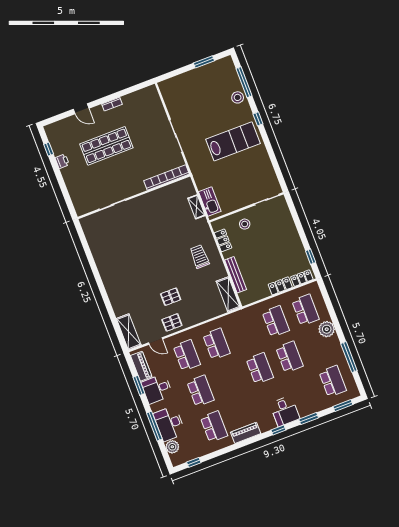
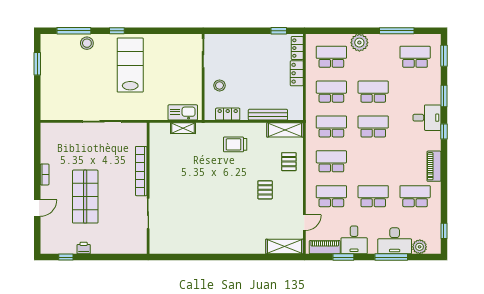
bookcase: (167, 177) -> (141, 171), moved
pallet: (172, 322) -> (289, 162), moved
school desk: (246, 333) -> (331, 126), added

